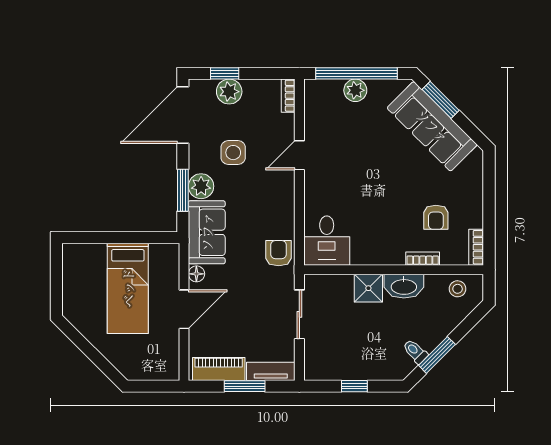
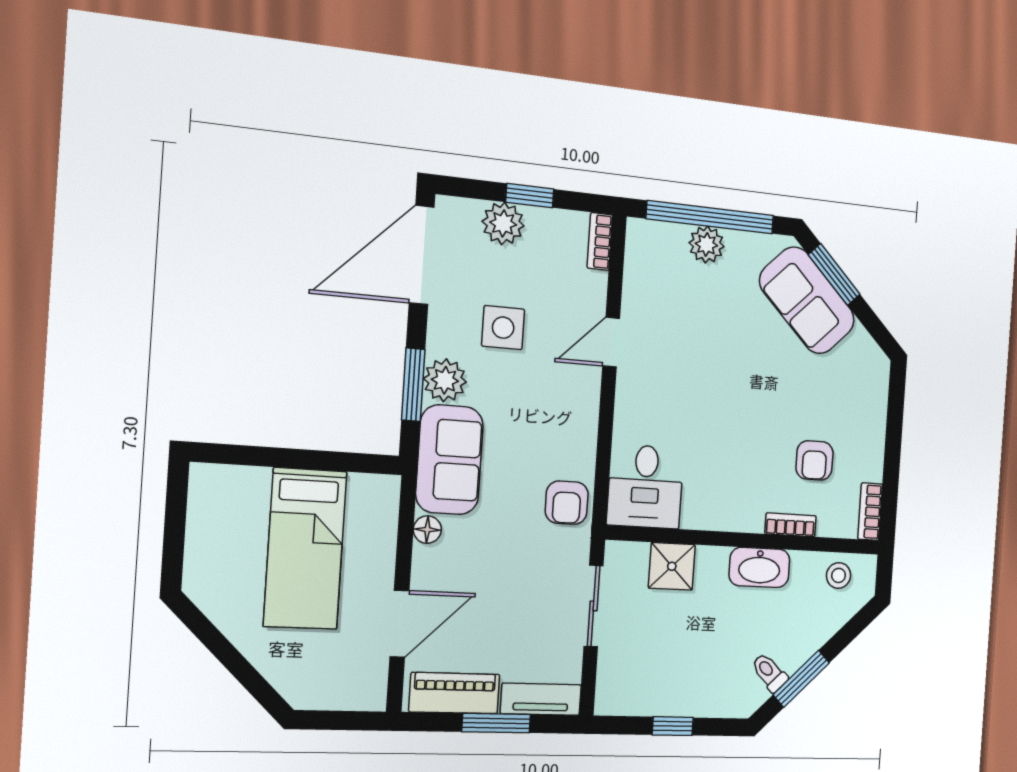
window: (225, 73) -> (530, 196), moved
sofa: (432, 126) -> (807, 300), width x0.73
armchair: (279, 253) -> (567, 503), turned 180
shower: (368, 288) -> (672, 566), moved
door: (184, 309) -> (399, 624), moved

